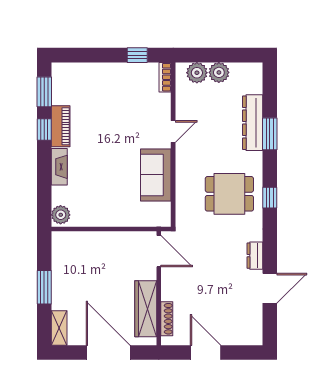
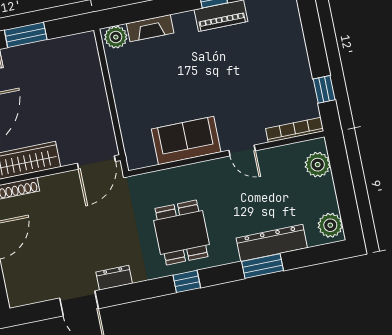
plant: (219, 72) -> (330, 225), moved
bookcase: (165, 77) -> (295, 130), width x1.56
fireplace: (59, 167) -> (150, 28), moved

